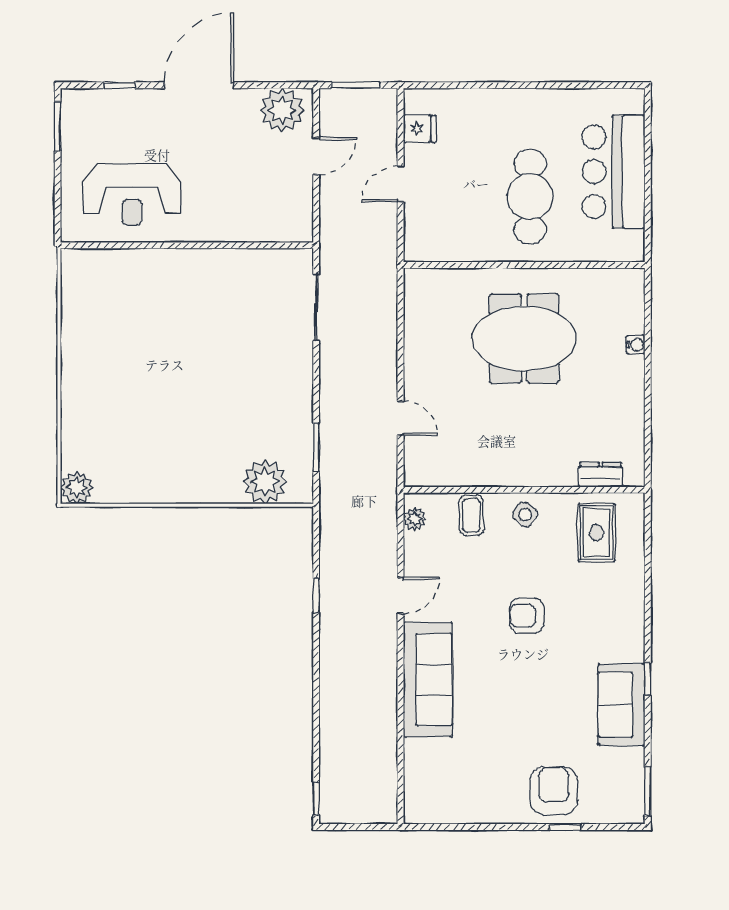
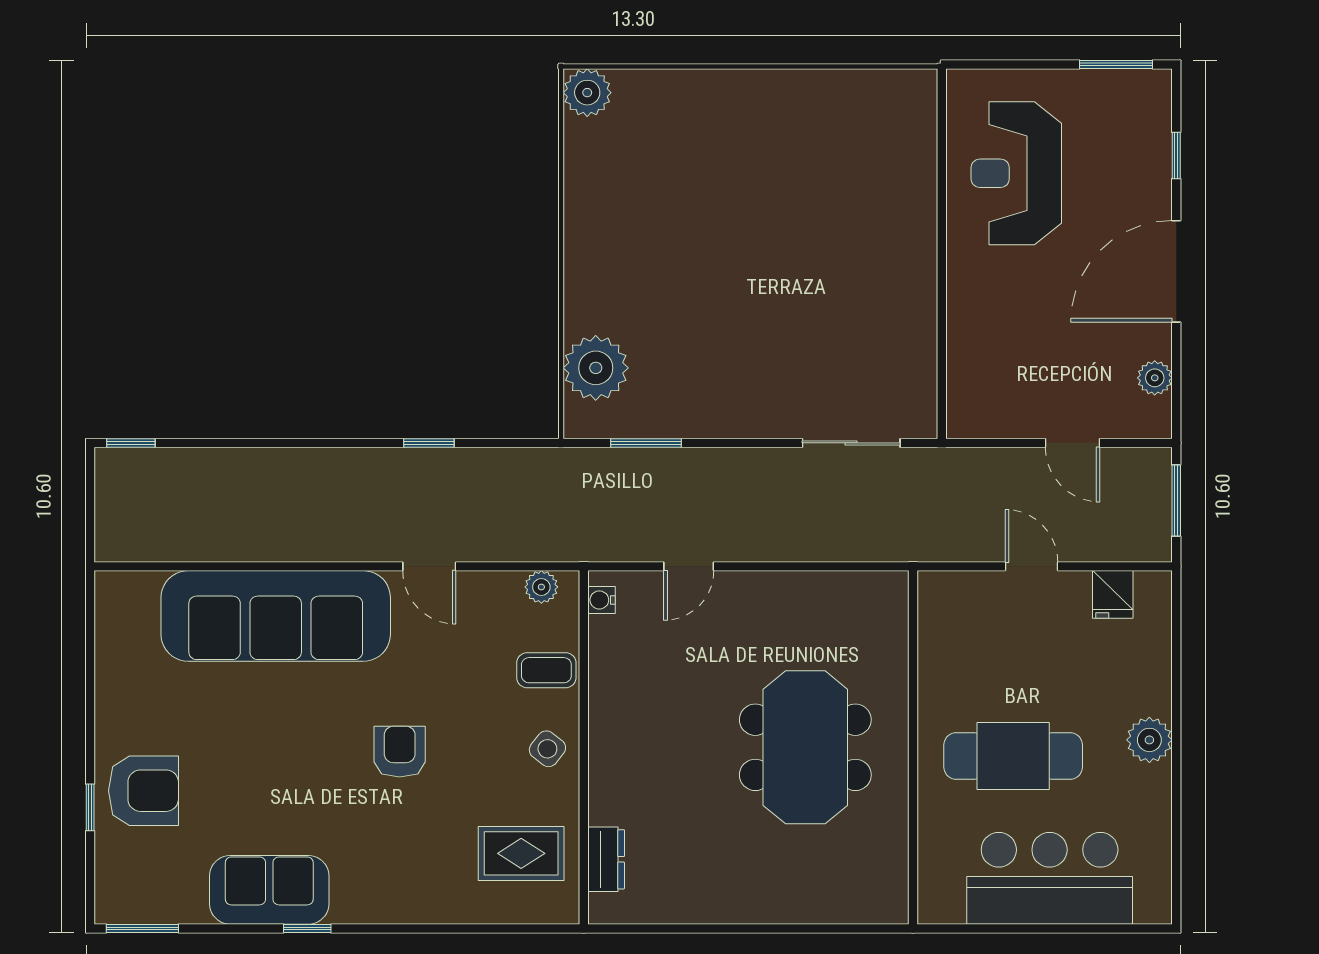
door: (199, 85) -> (1176, 271), swing flipped
plant: (519, 104) -> (1149, 740), added
plant: (282, 110) -> (1155, 378), width x0.53, depth x0.53
water cooler: (636, 345) -> (601, 600), moved, turned 90
sofa: (428, 680) -> (276, 616), width x1.36, depth x1.27

